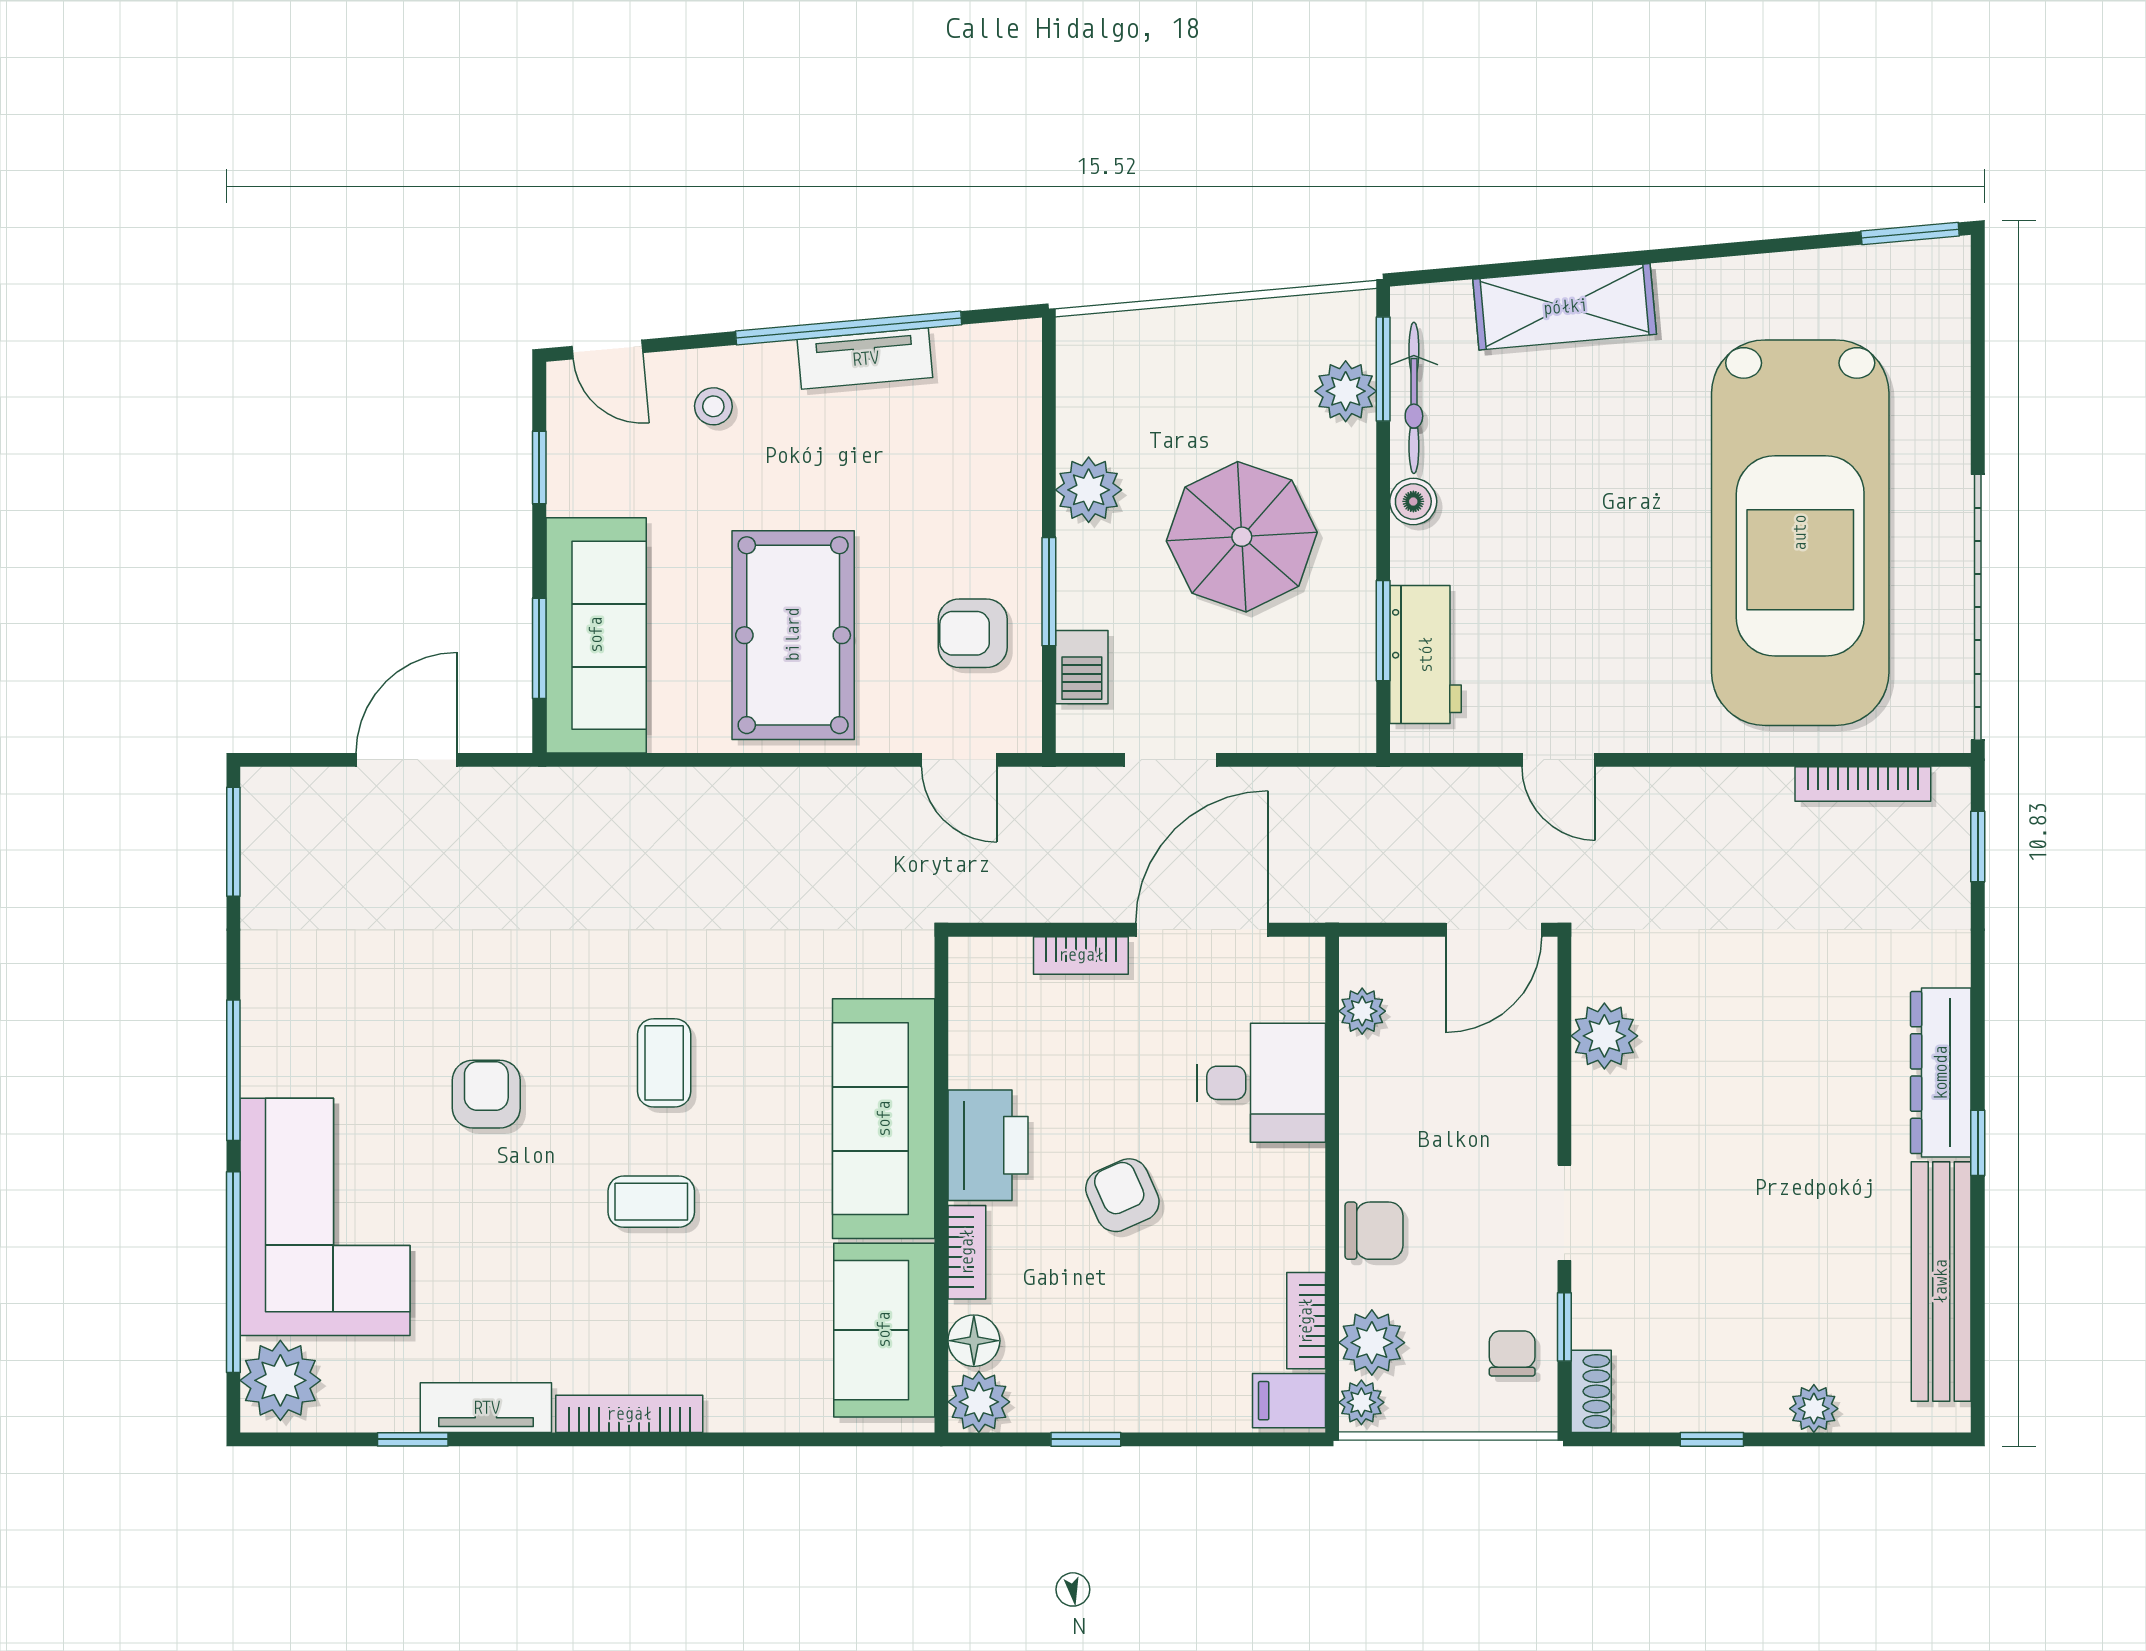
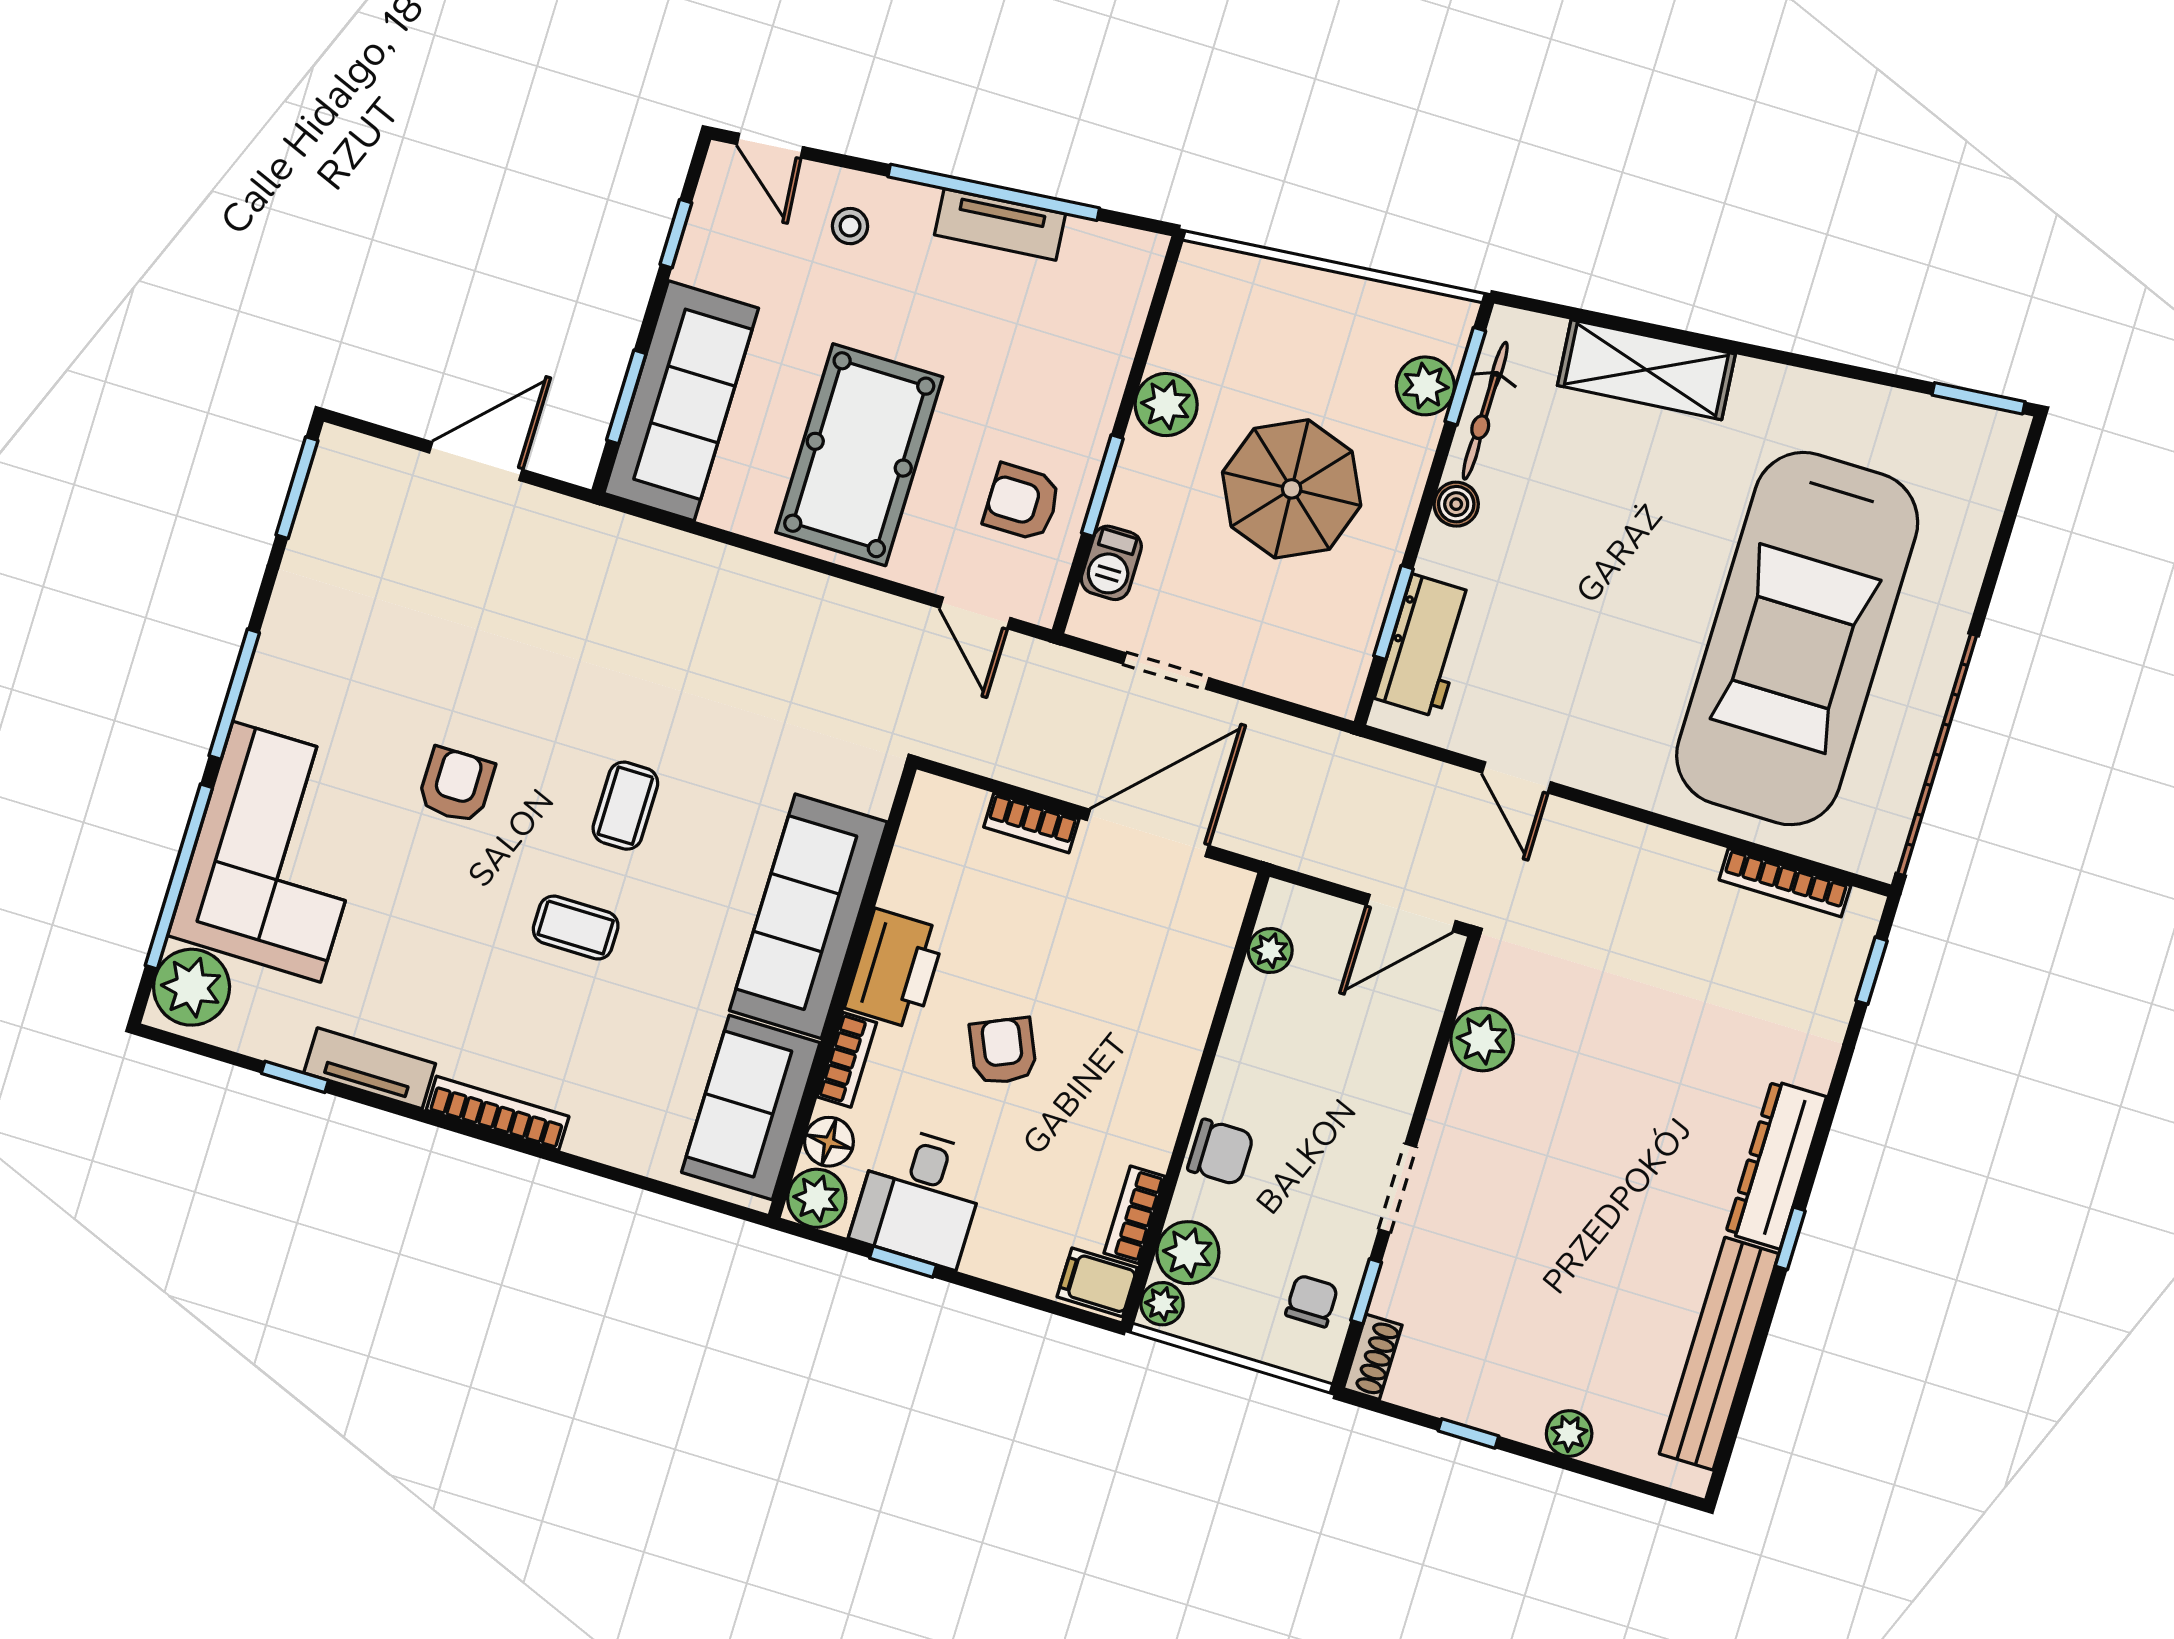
desk: (1261, 1083) -> (920, 1196), moved, turned 90

